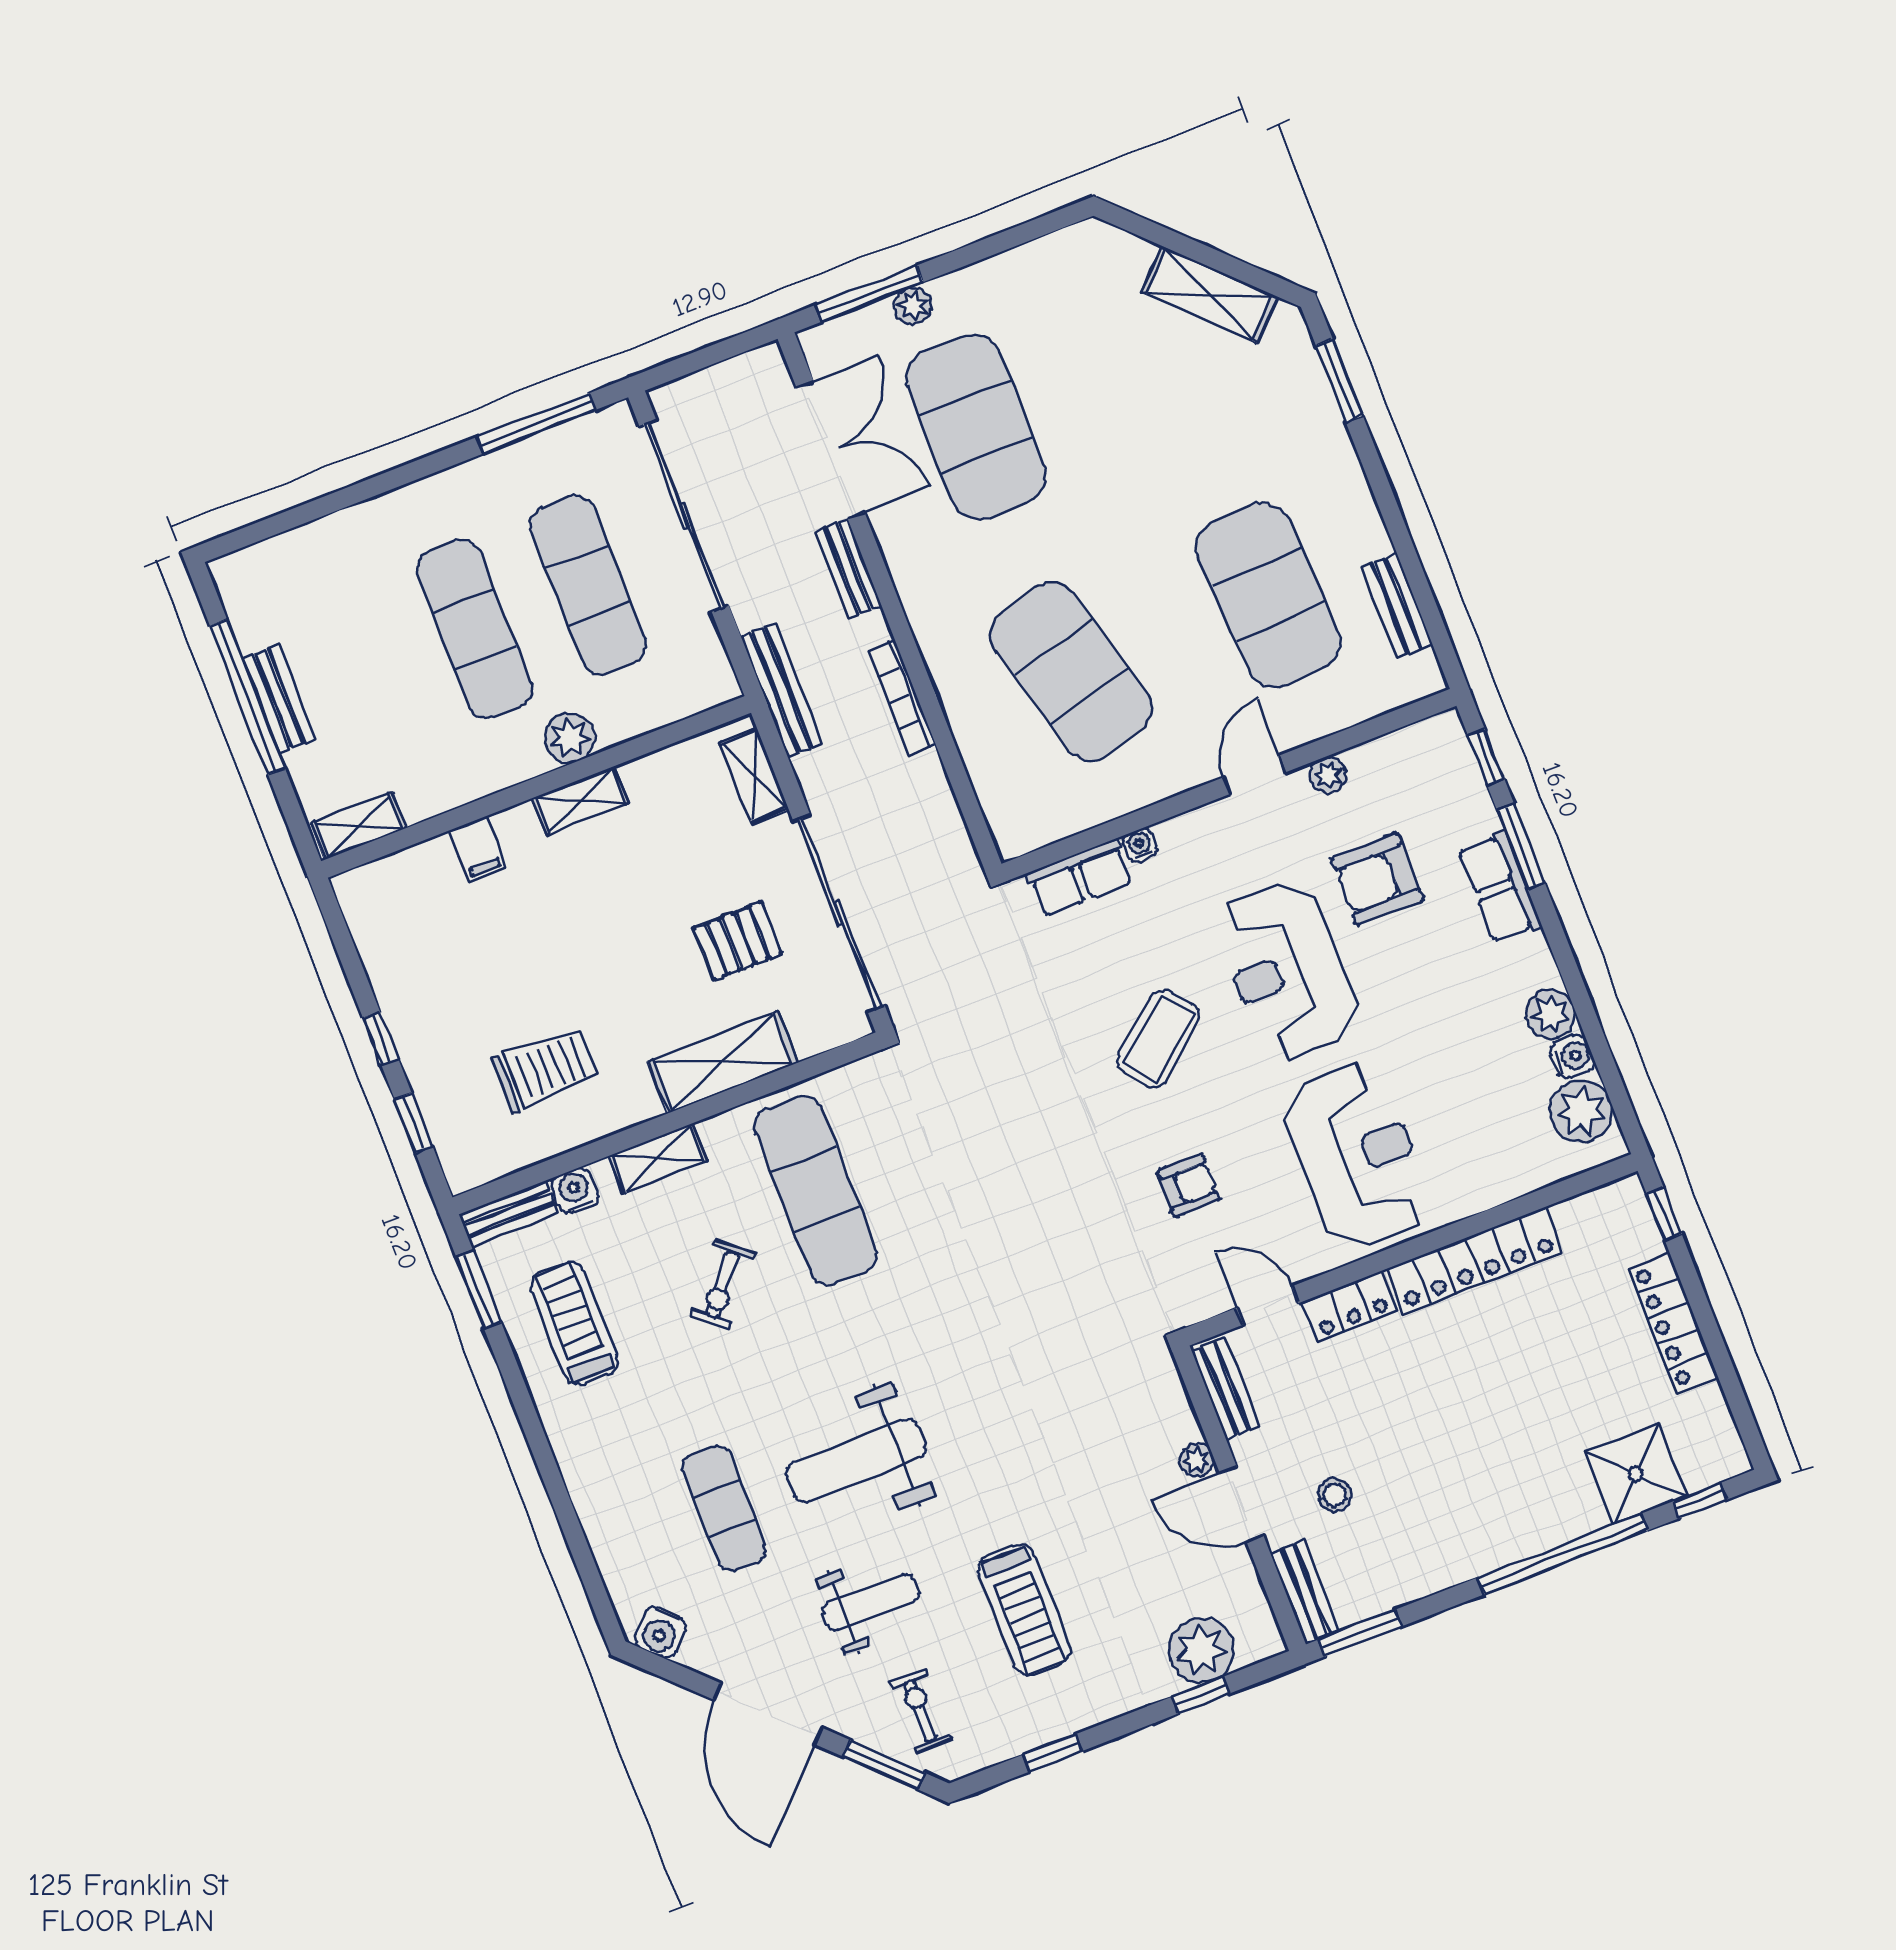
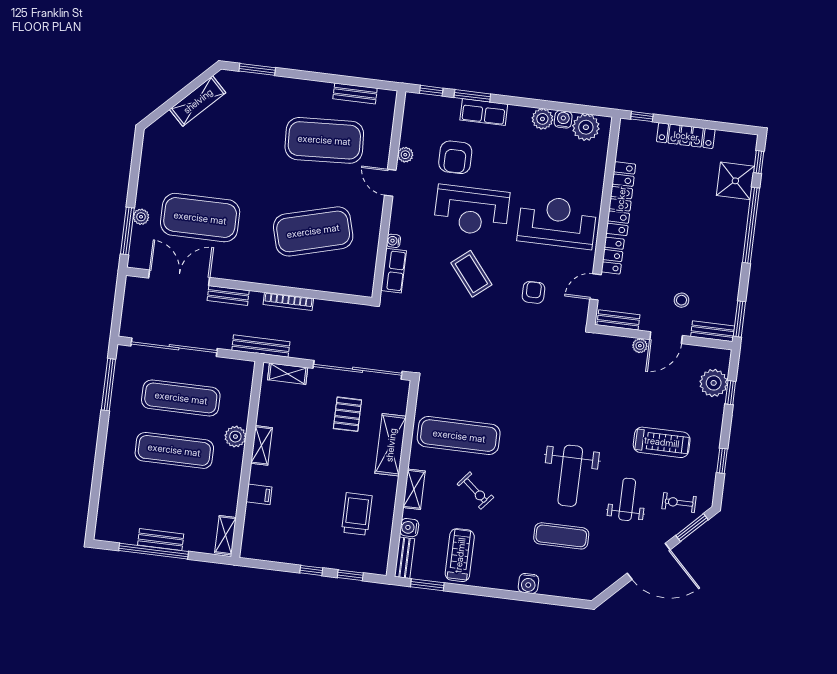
treadmill: (574, 1323) -> (460, 555), turned 90
water cooler: (661, 1632) -> (528, 583), moved, turned 45

